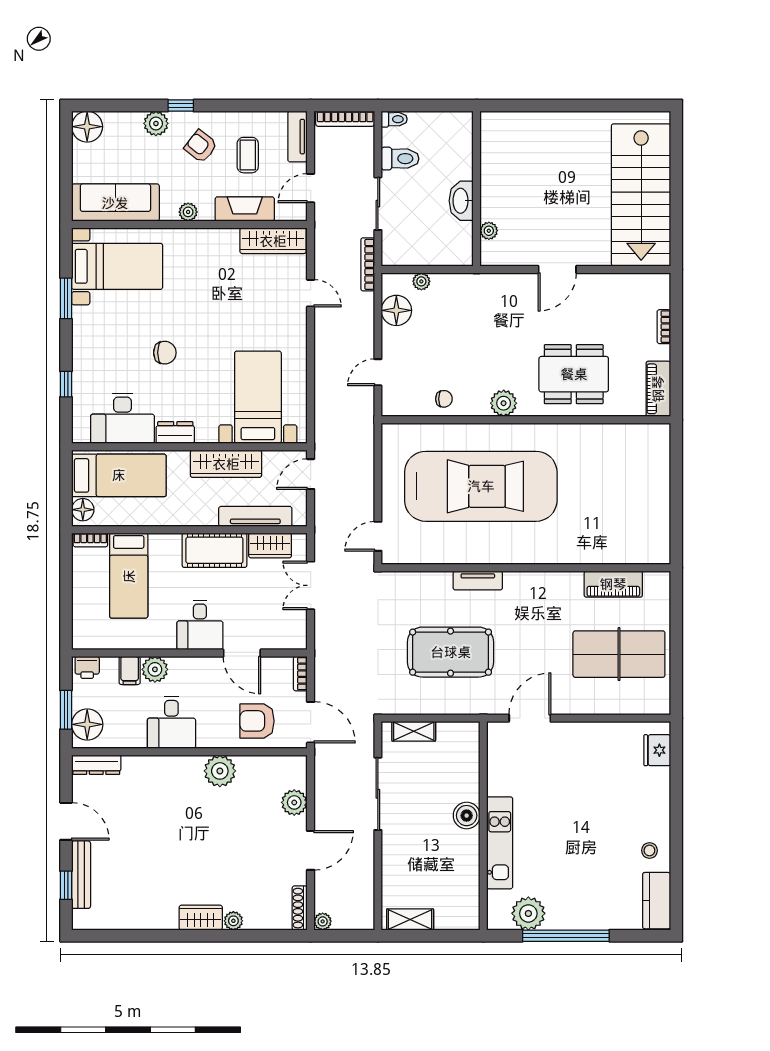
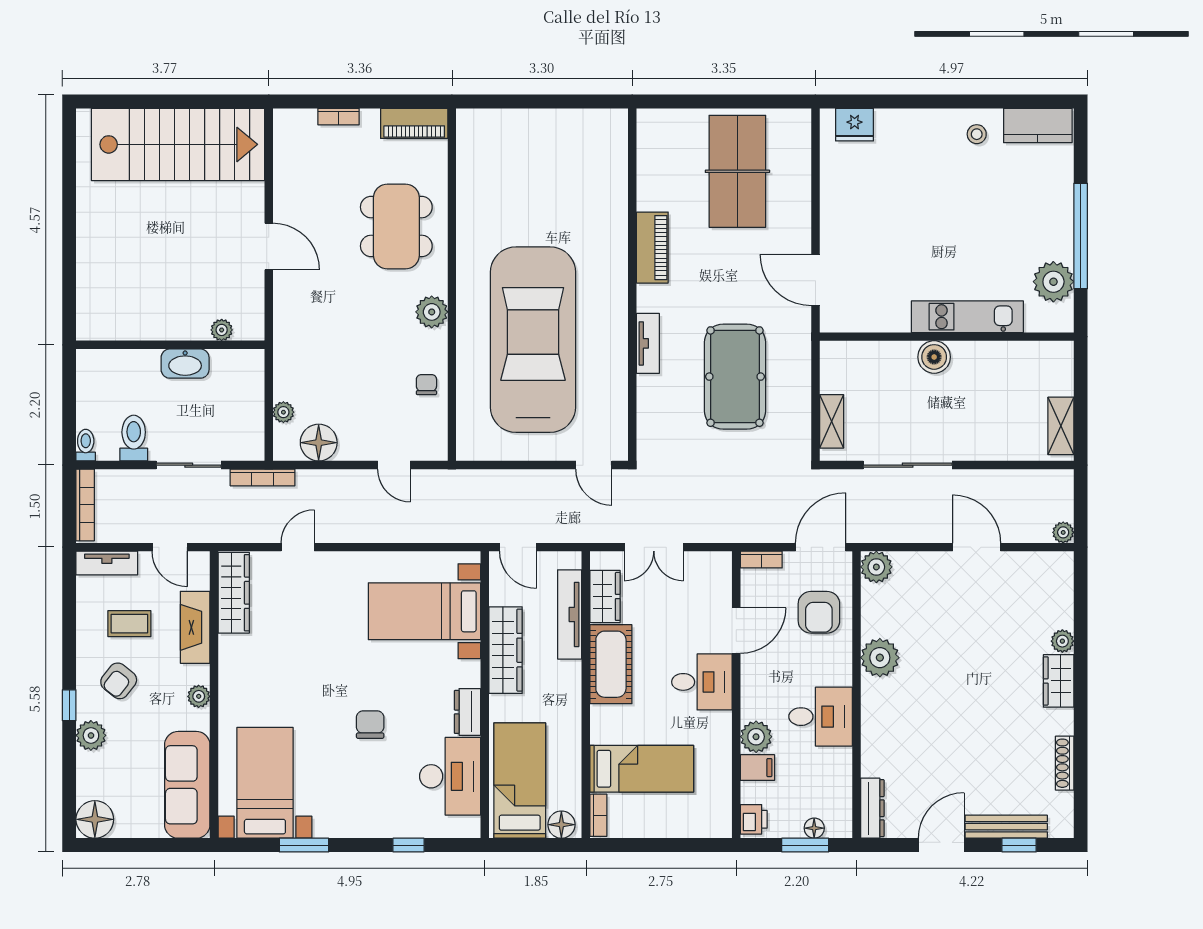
piano: (613, 584) -> (652, 248), moved
floor lamp: (87, 724) -> (814, 828), width x0.53, depth x0.53
plant: (294, 802) -> (876, 567), moved
shoe rack: (300, 908) -> (1065, 763), moved, turned 90

